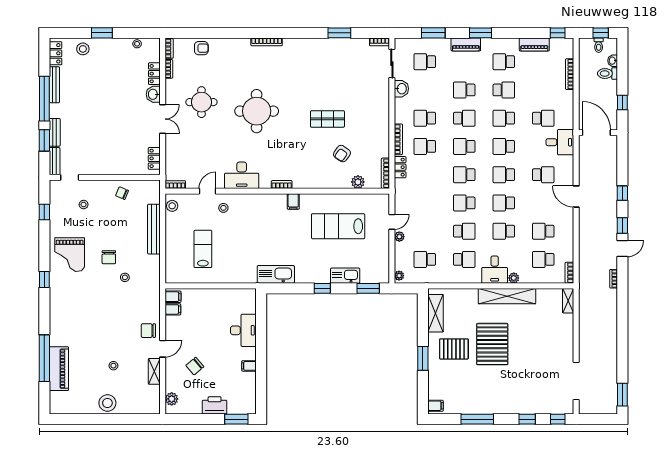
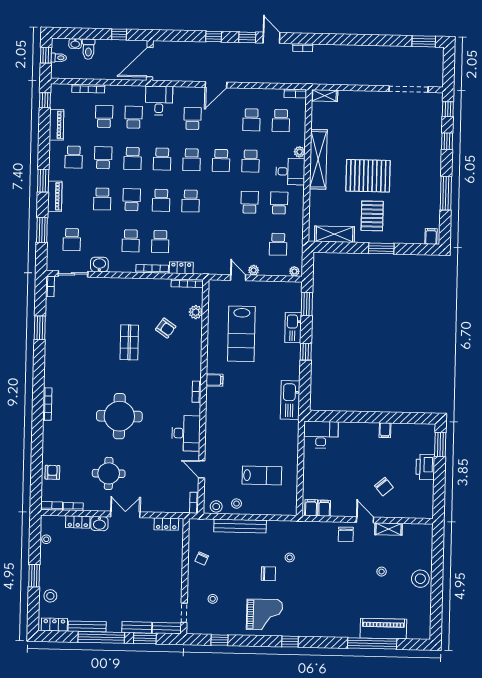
school desk: (464, 203) -> (104, 117), moved, turned 180
stool: (223, 208) -> (237, 504), moved
lab bench: (203, 249) -> (262, 475), turned 180
desk: (243, 330) -> (321, 435), moved
plant: (172, 399) -> (418, 512), removed

